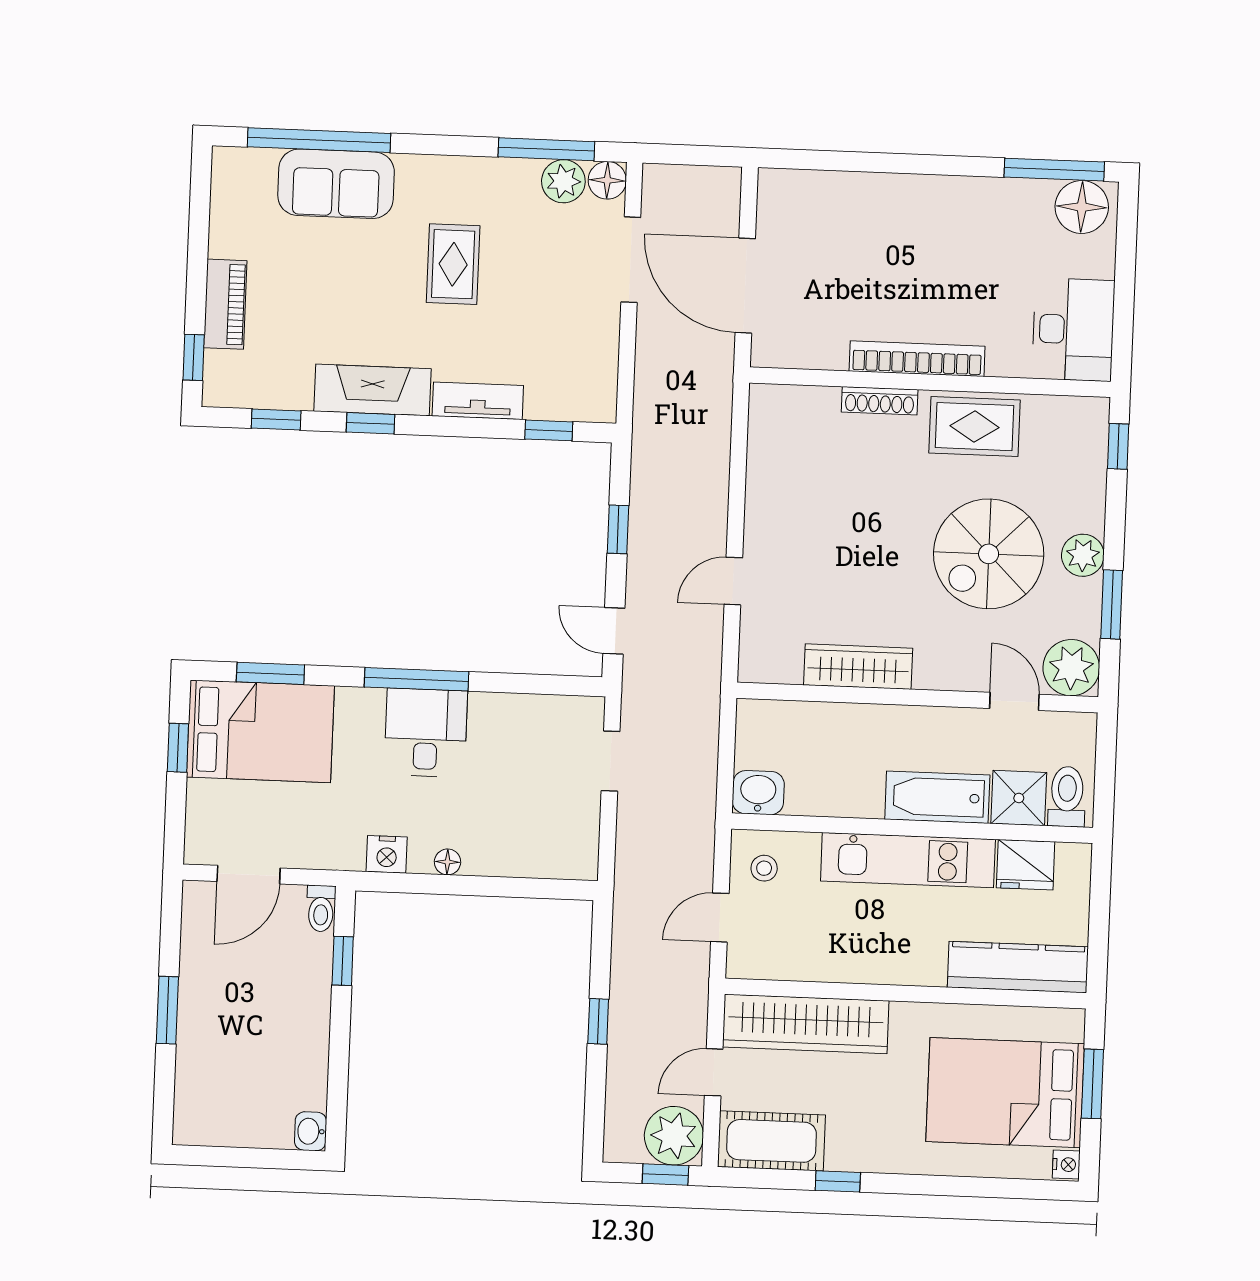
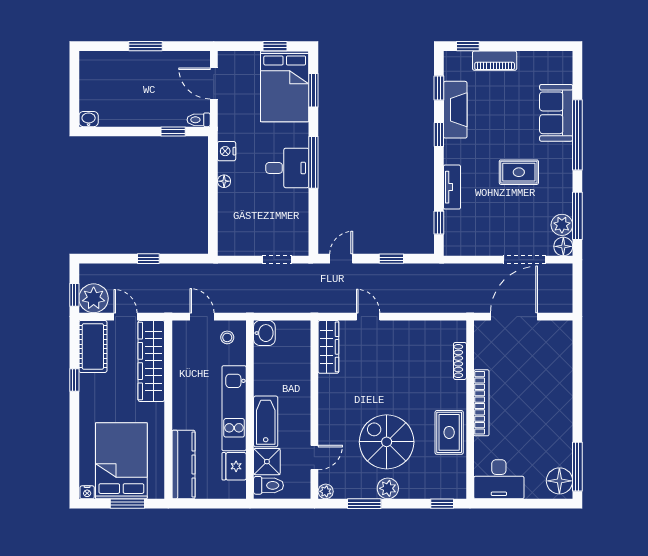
window: (319, 140) -> (577, 135), moved
fireplace: (372, 390) -> (455, 110), moved
shoe rack: (880, 401) -> (460, 361), moved
wardrobe: (858, 667) -> (328, 347), moved
plant: (1071, 668) -> (326, 491), width x0.53, depth x0.53

